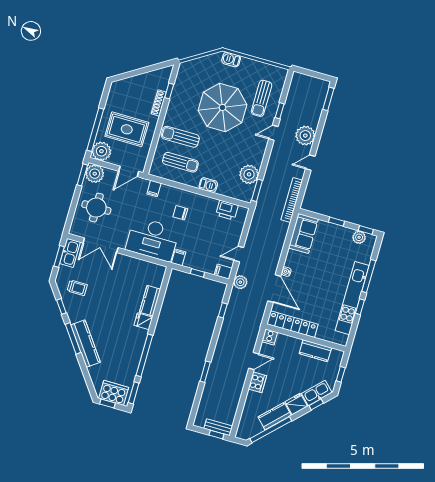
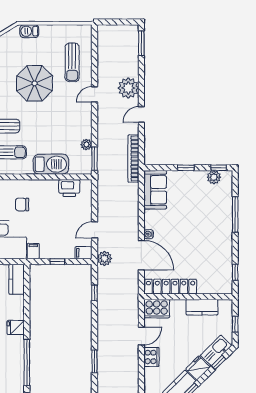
parasol: (222, 107) -> (35, 83), width x0.73, depth x0.73
window: (280, 111) -> (94, 70), removed
plant: (249, 174) -> (86, 145), width x0.53, depth x0.53
barbecue: (208, 185) -> (51, 164), width x1.88, depth x1.53
kitchen unit: (352, 298) -> (225, 242), removed
kitchen counter: (150, 301) -> (17, 279), moved
window: (360, 307) -> (235, 272), moved
cooker: (270, 337) -> (157, 309), width x1.87, depth x1.31

